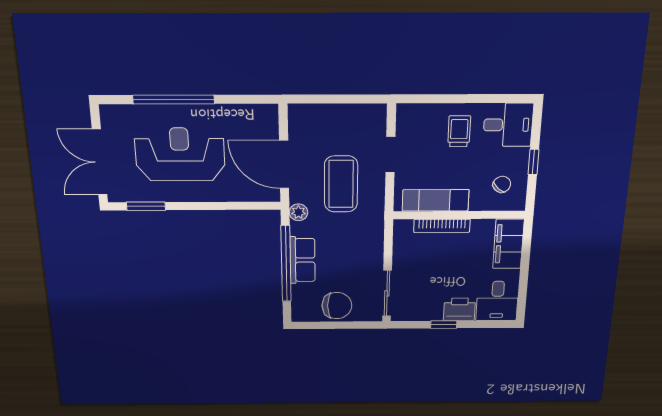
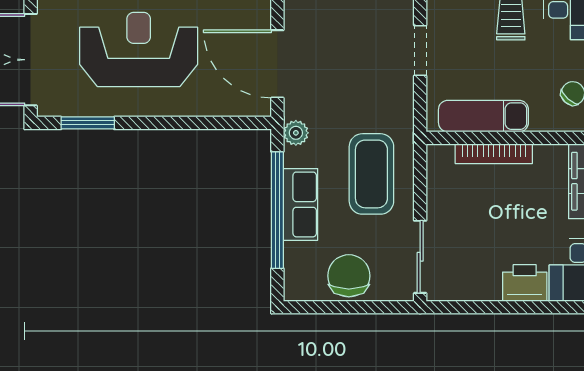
coffee table: (341, 184) -> (371, 174), moved
chair: (337, 306) -> (349, 276), turned -90
window: (444, 325) -> (503, 307), removed

